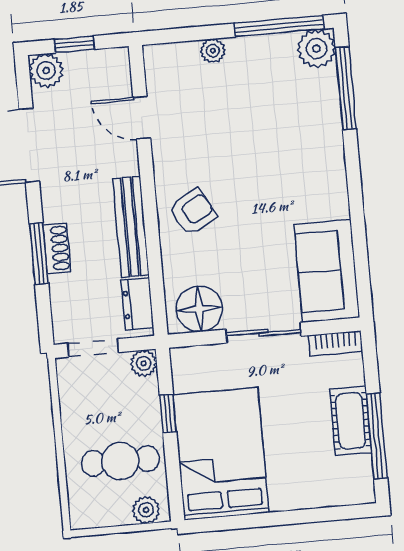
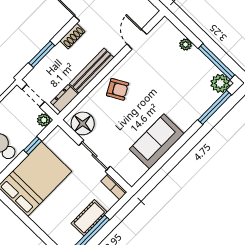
shoe rack: (57, 248) -> (72, 36), moved
window: (39, 254) -> (42, 54), moved
sofa: (327, 271) -> (157, 141), moved

